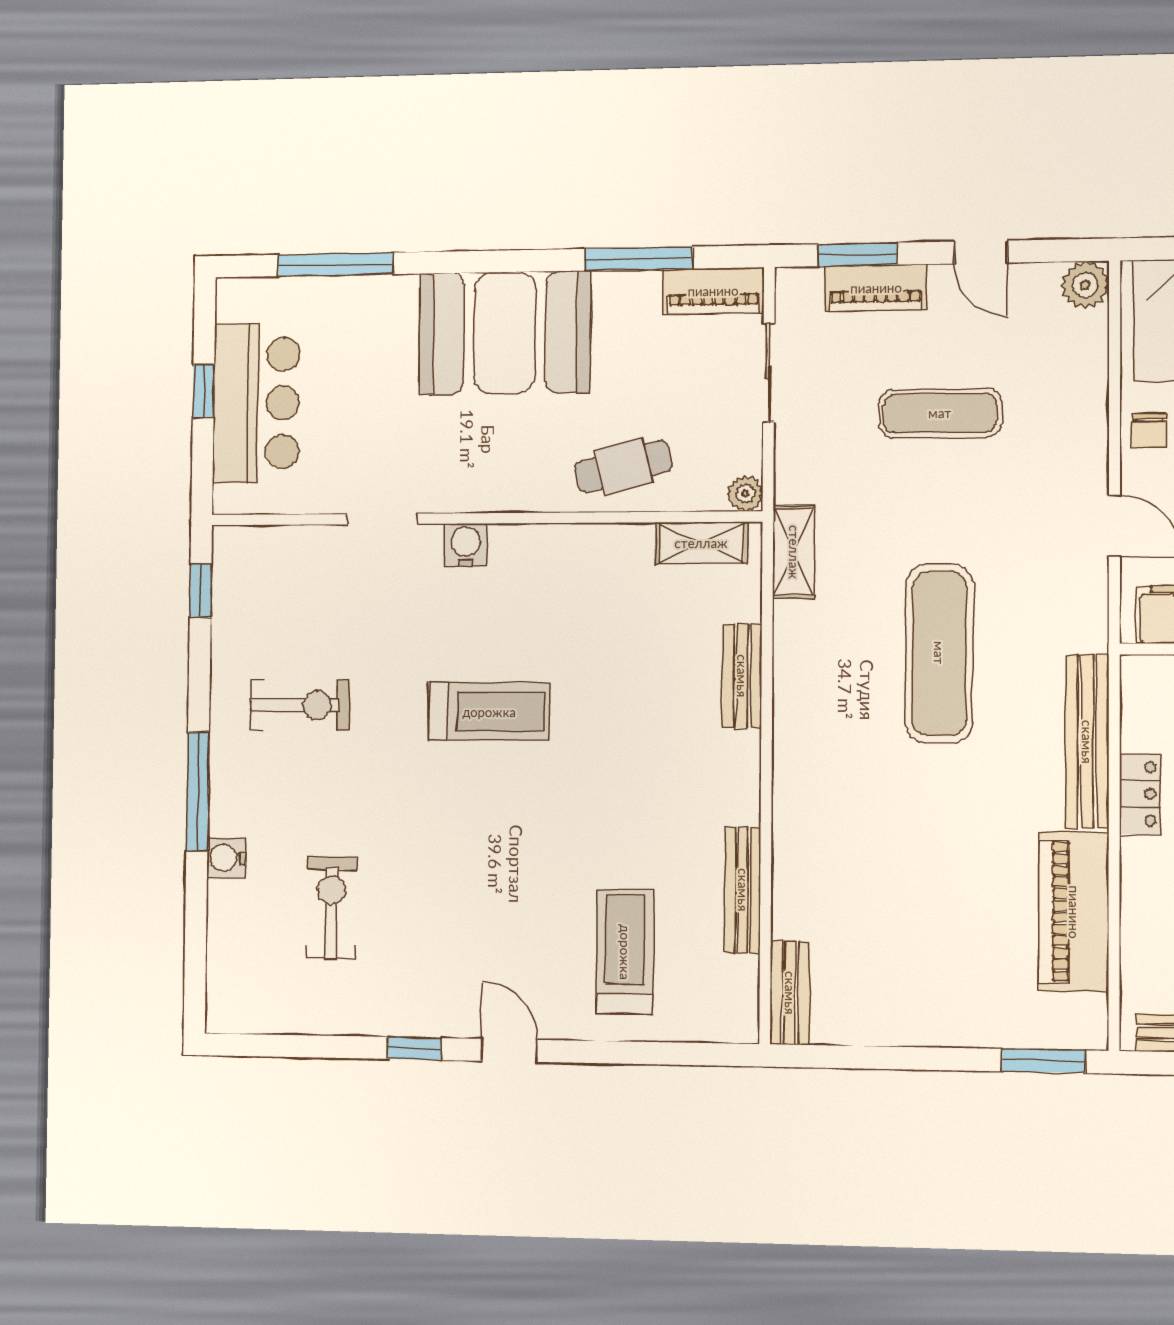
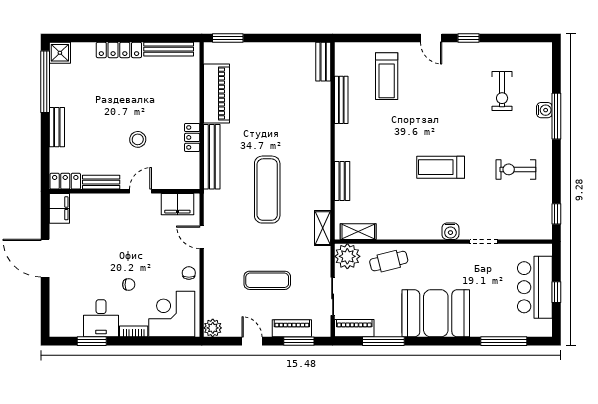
plant: (745, 494) -> (347, 256), width x1.88, depth x1.88
window: (198, 791) -> (556, 116), moved

